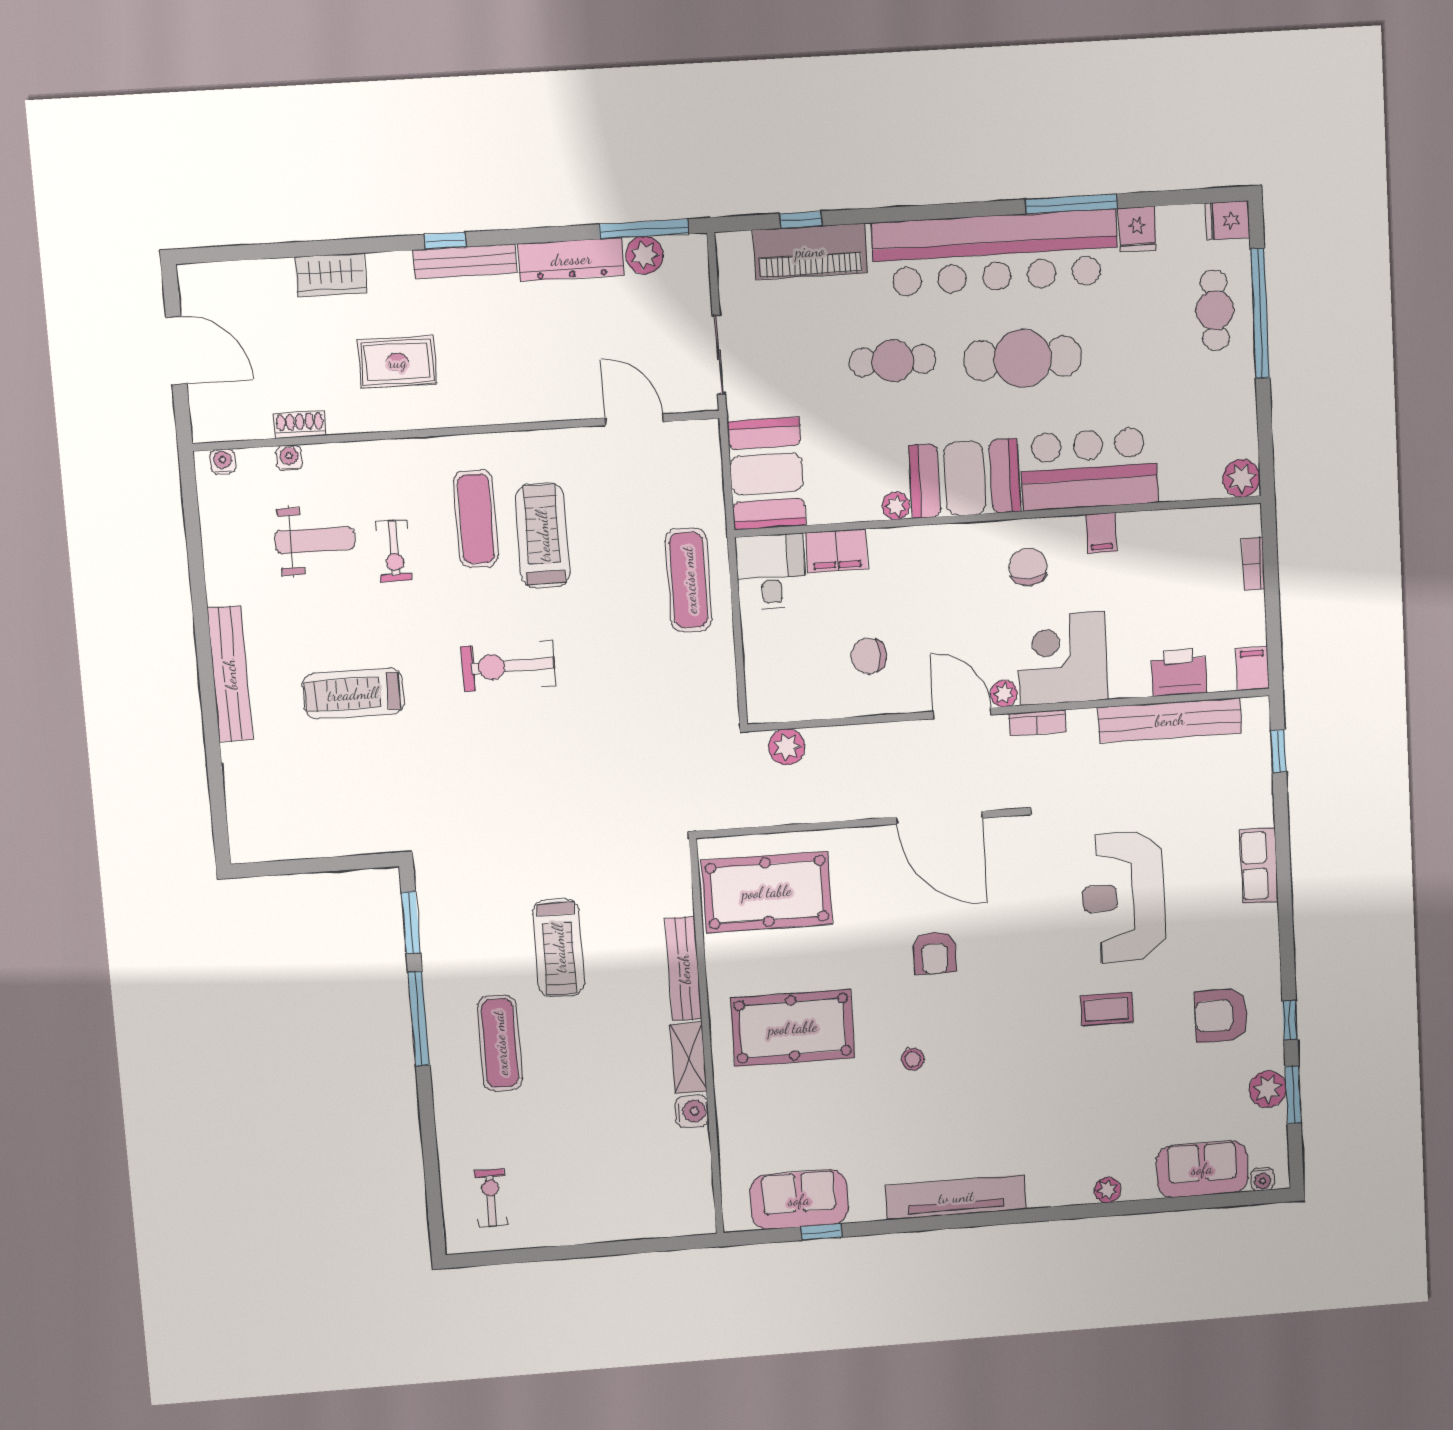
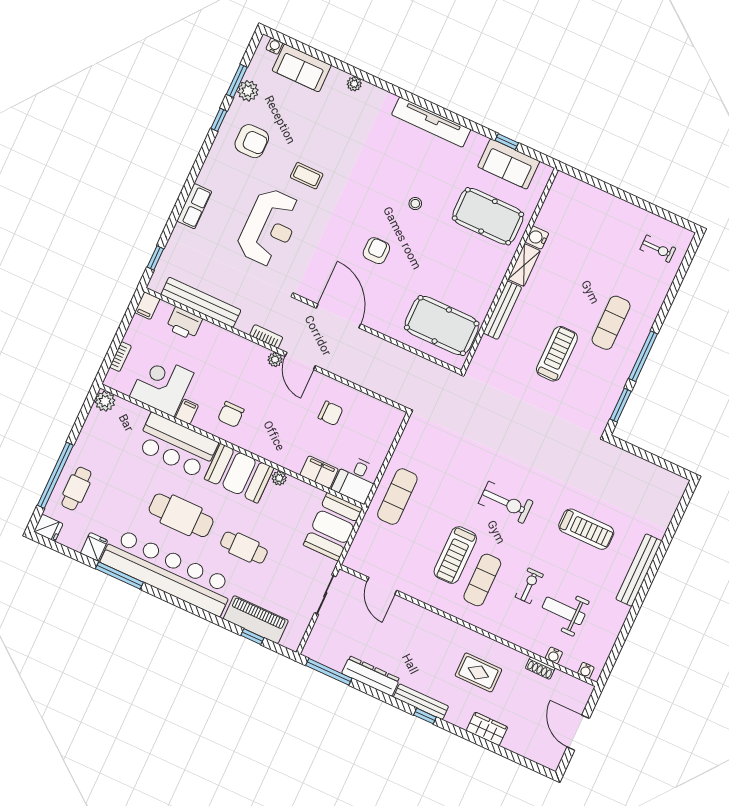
plant: (644, 255) -> (335, 660), removed
corner desk: (1062, 658) -> (162, 385), moved, turned 180
plant: (787, 747) -> (394, 391), removed
pool table: (793, 1028) -> (488, 216), moved
exercise bike: (491, 1198) -> (658, 249), turned -90

